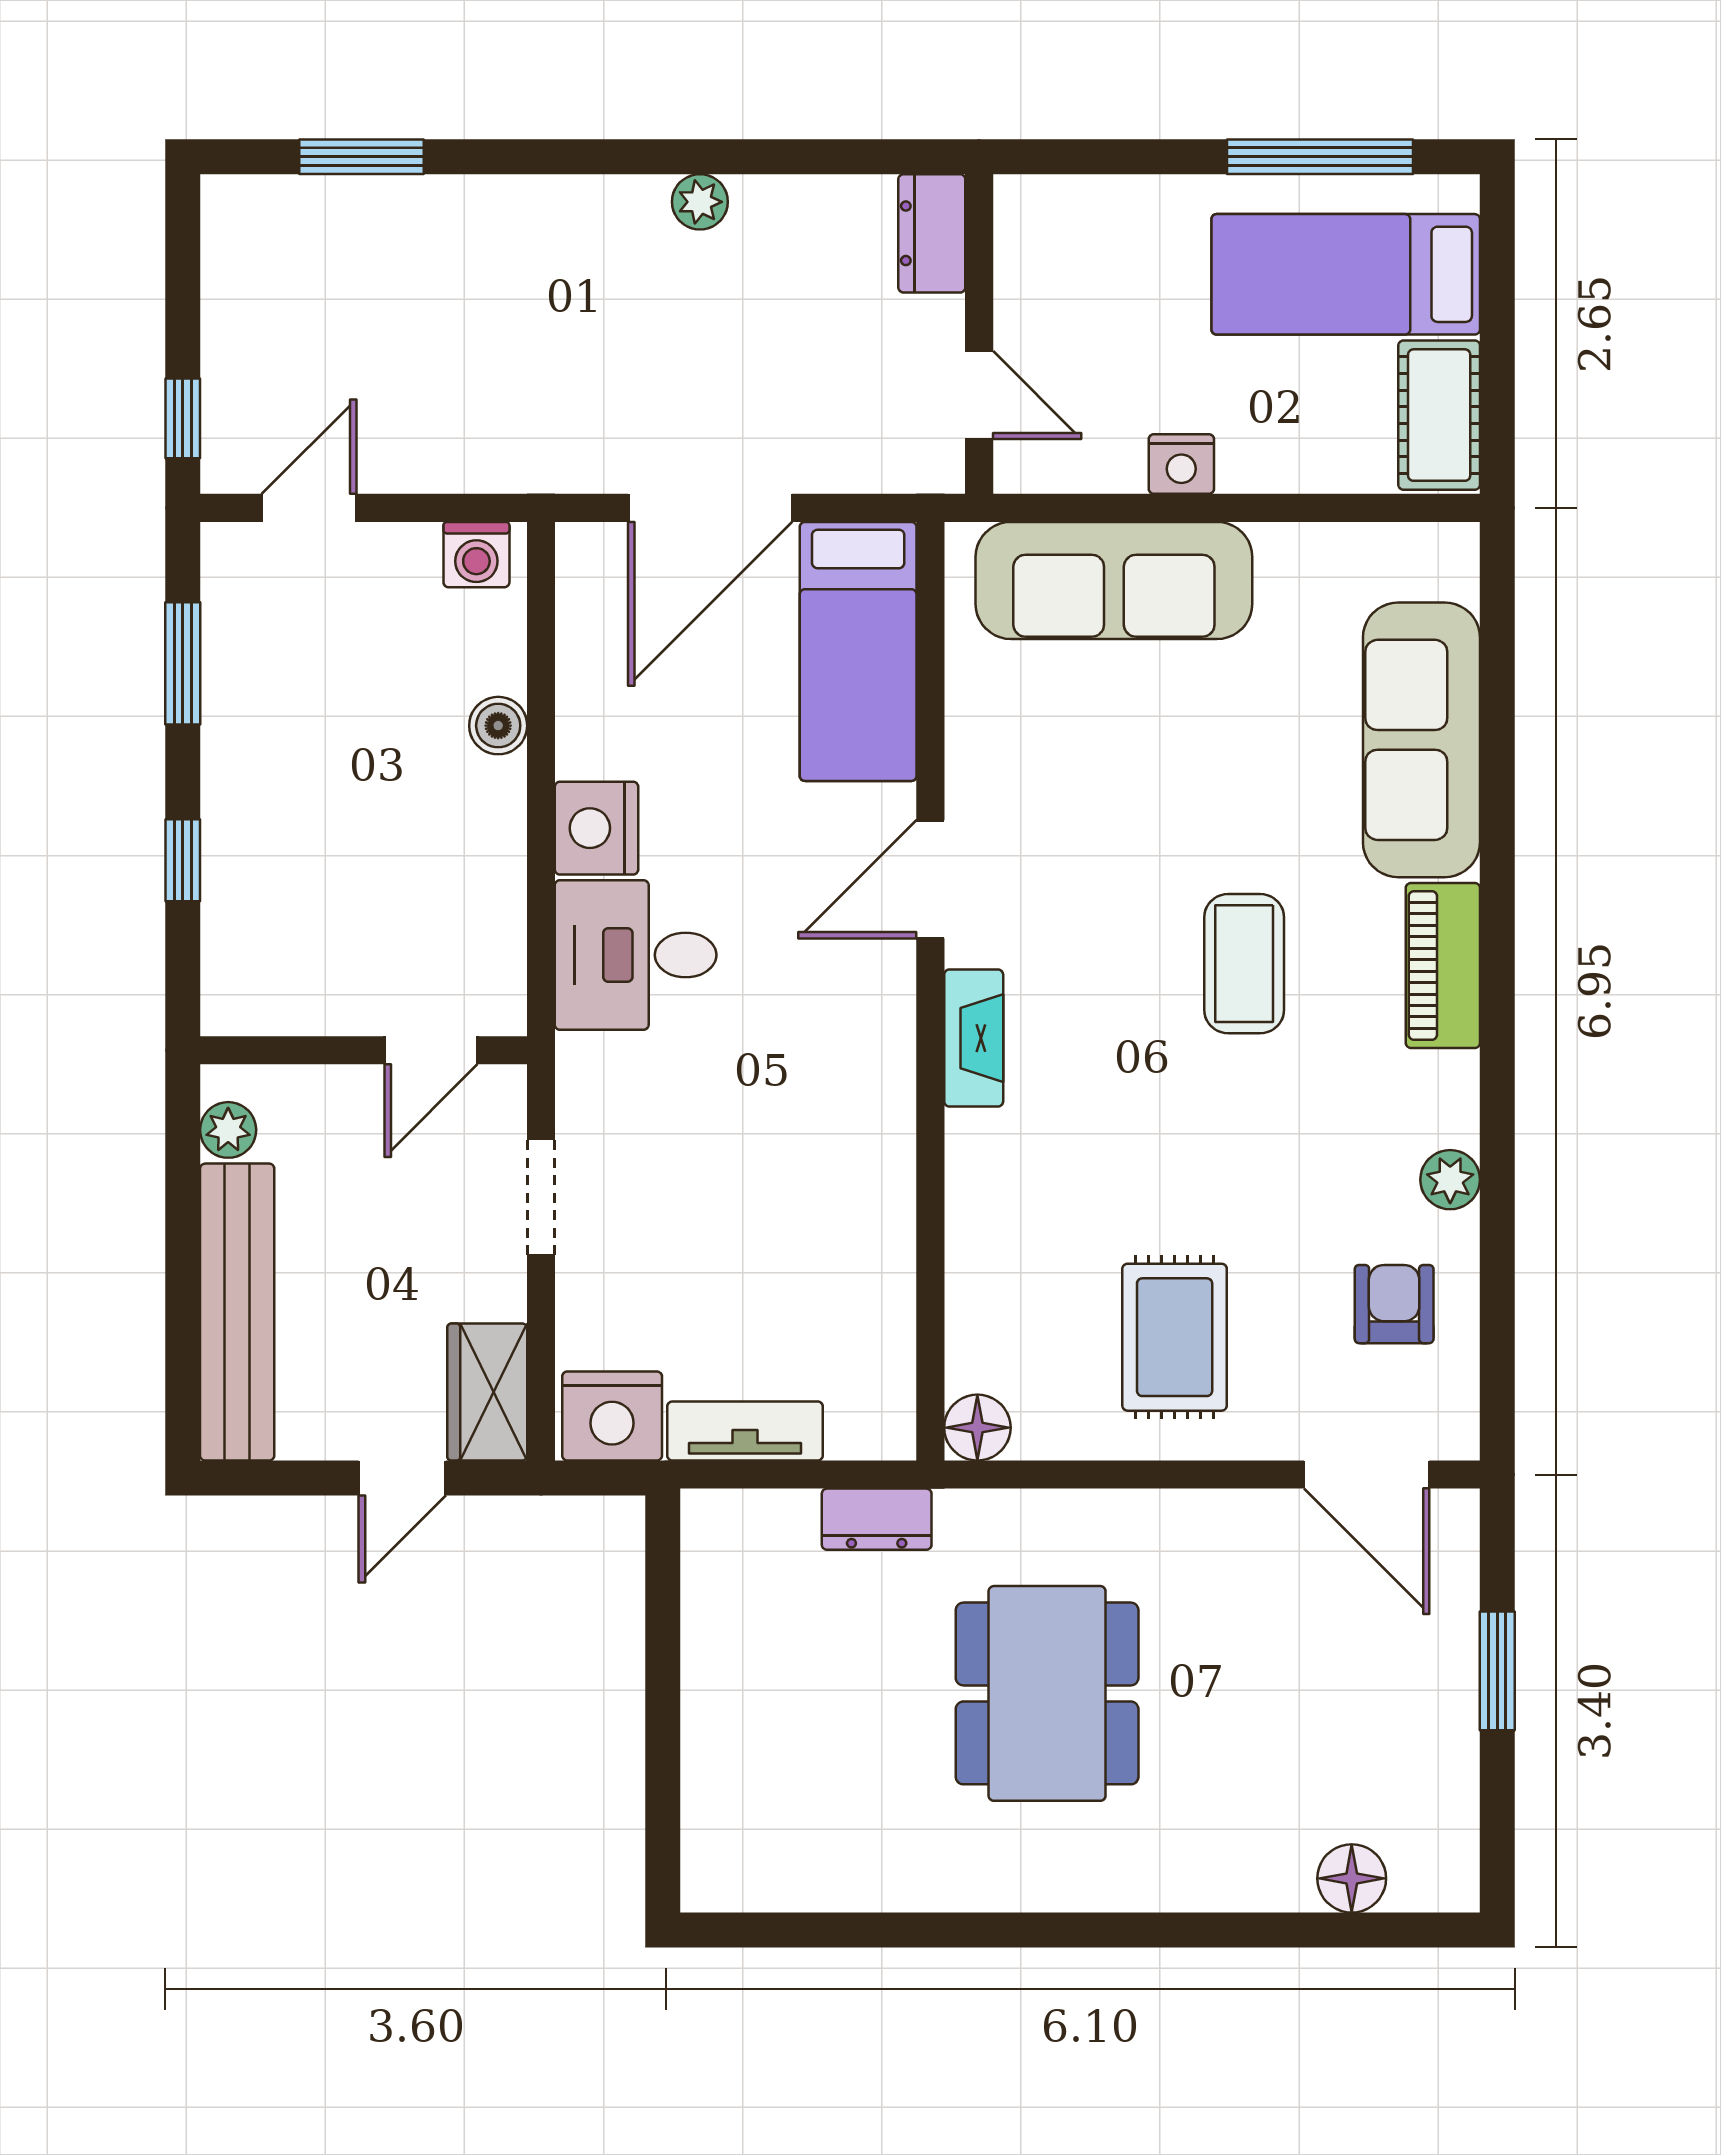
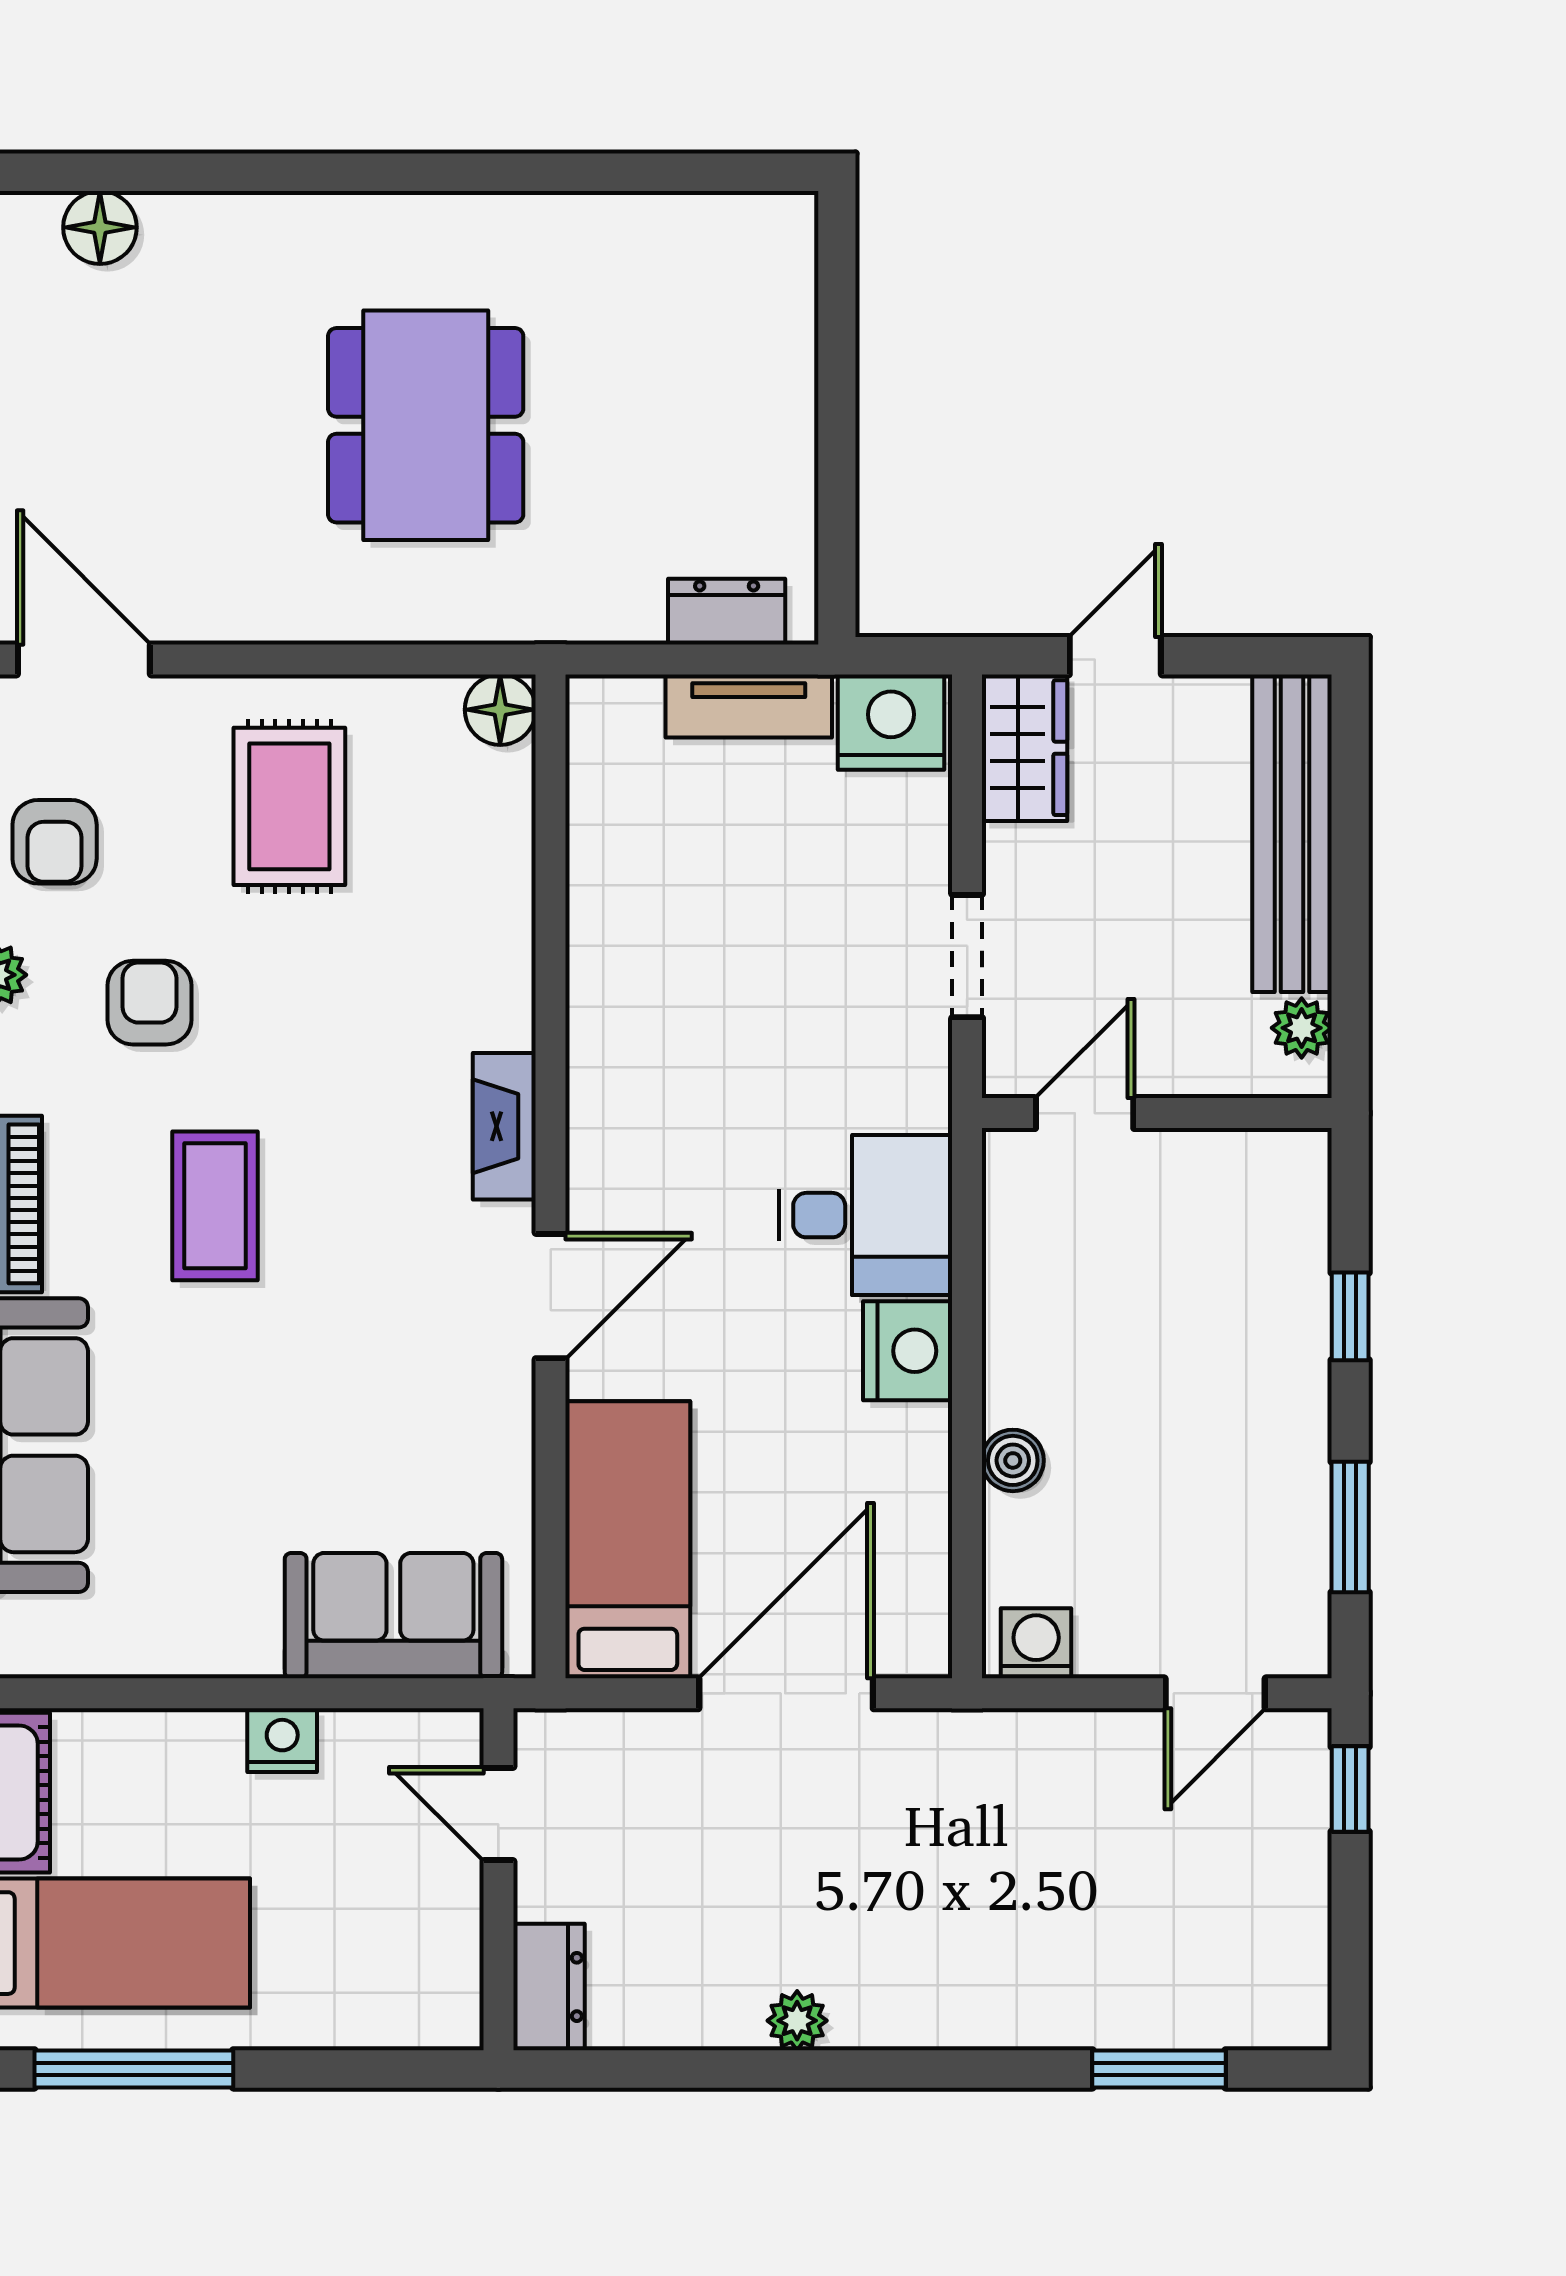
sofa: (1114, 580) -> (393, 1616), width x0.73
armchair: (1305, 1154) -> (149, 1003), added
dresser: (877, 1519) -> (727, 612), moved

